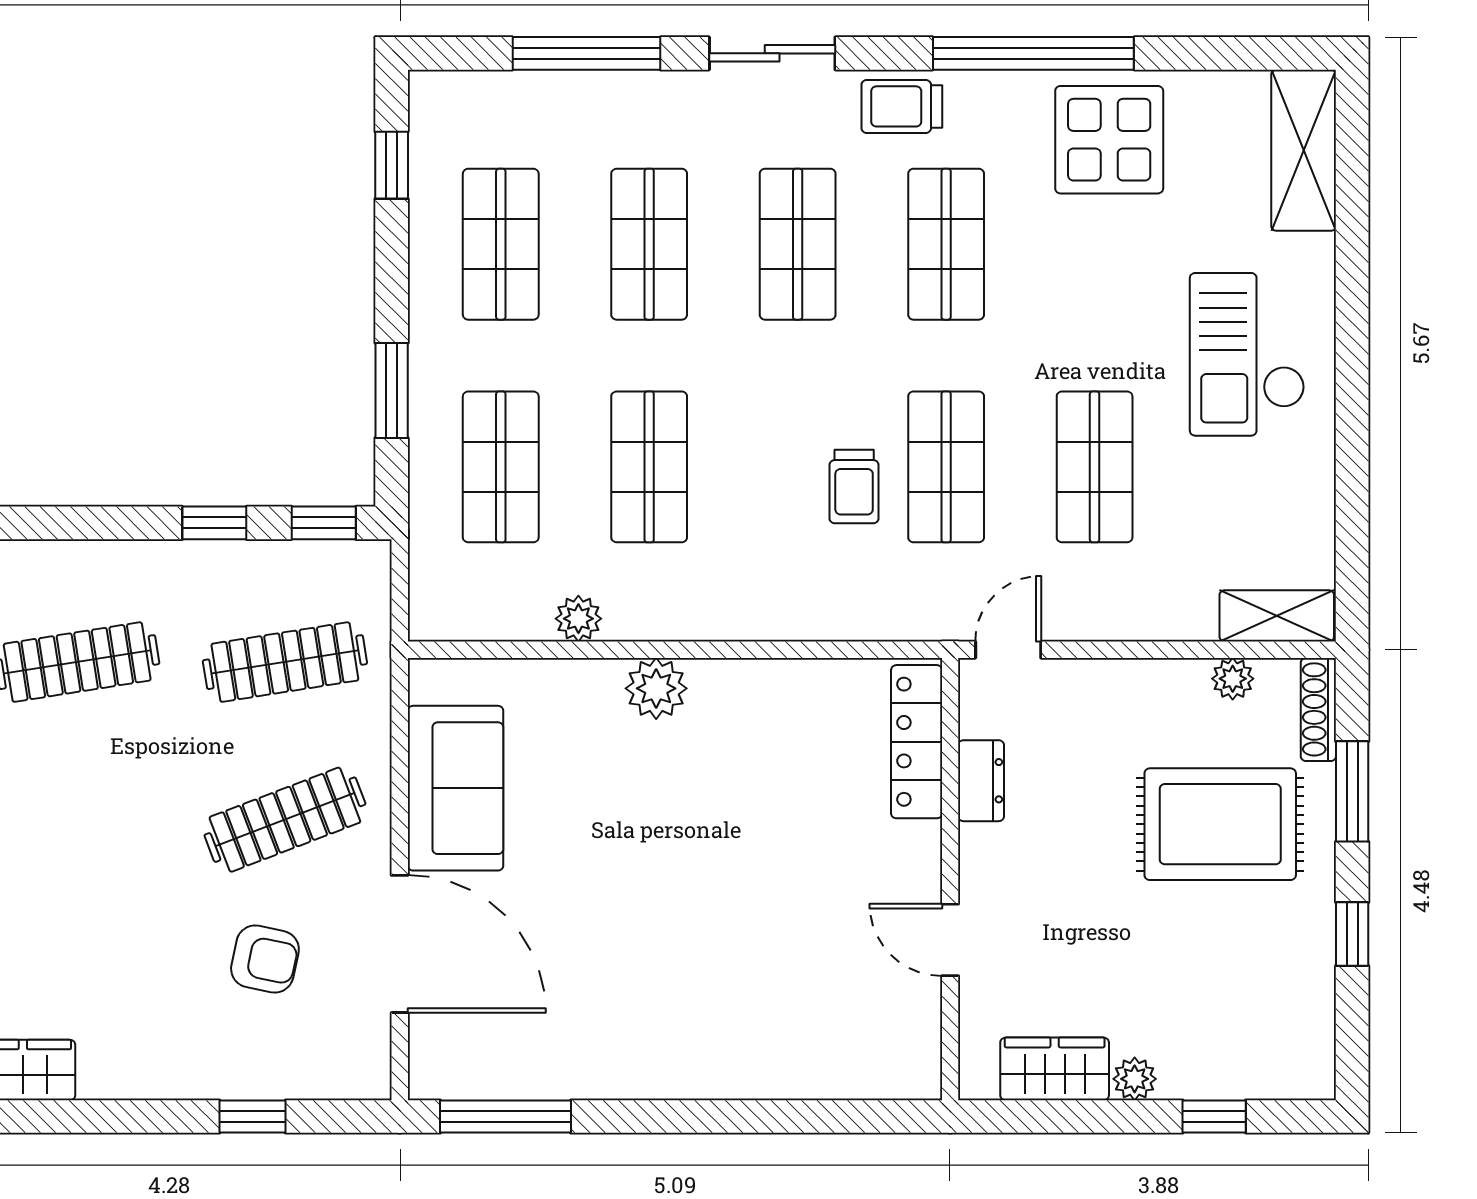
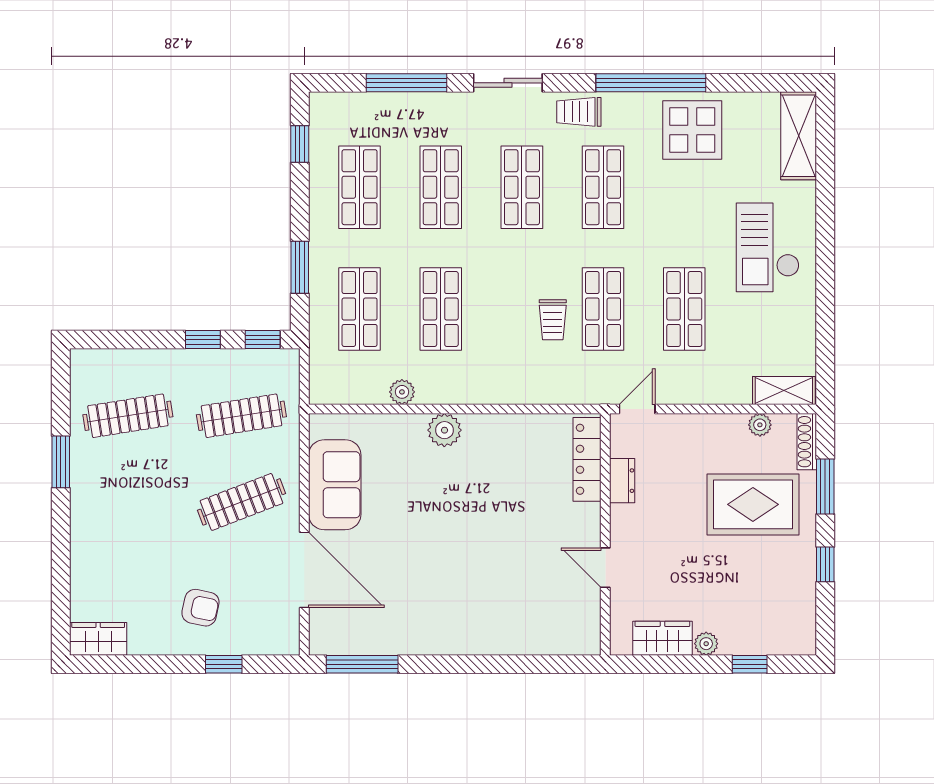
armchair: (265, 959) -> (200, 608), moved

